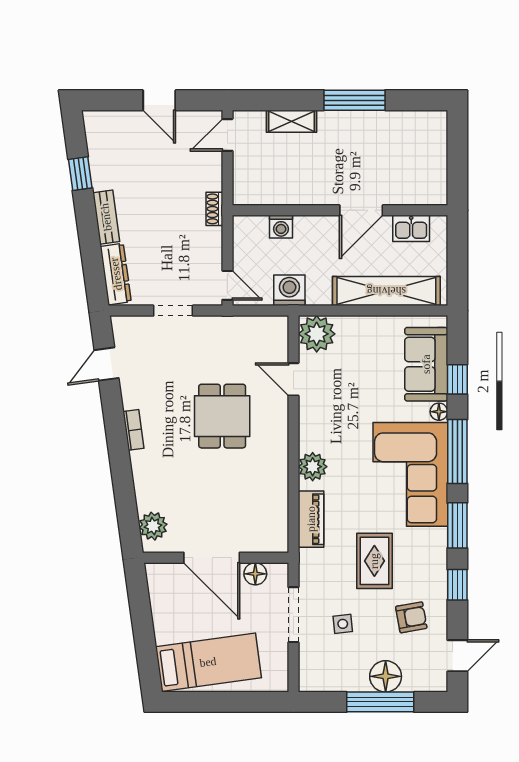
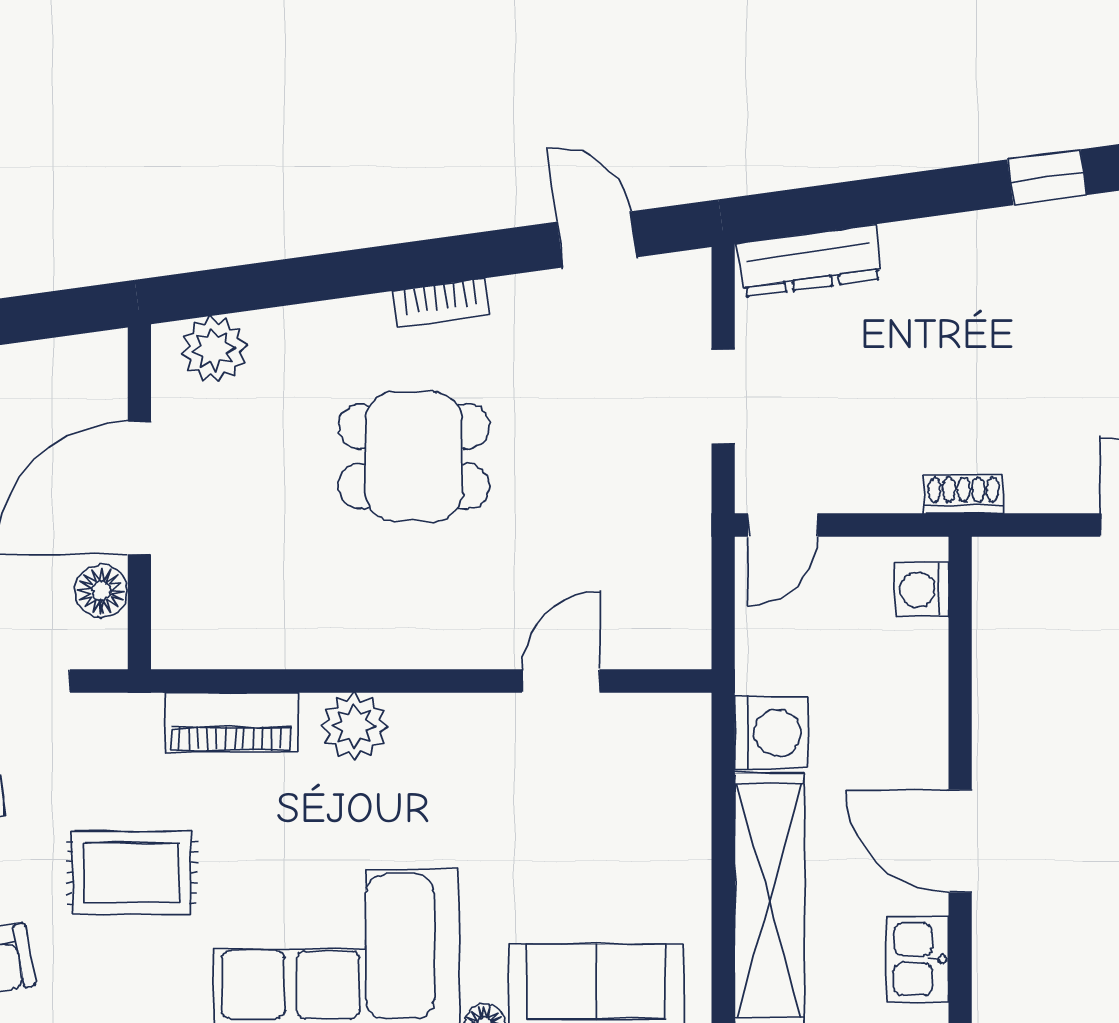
bench: (106, 217) -> (944, 239), removed
washing machine: (281, 227) -> (922, 590), moved
washing machine: (289, 290) -> (771, 733), moved
plant: (317, 334) -> (668, 736), removed
dining table: (222, 416) -> (414, 456), moved

